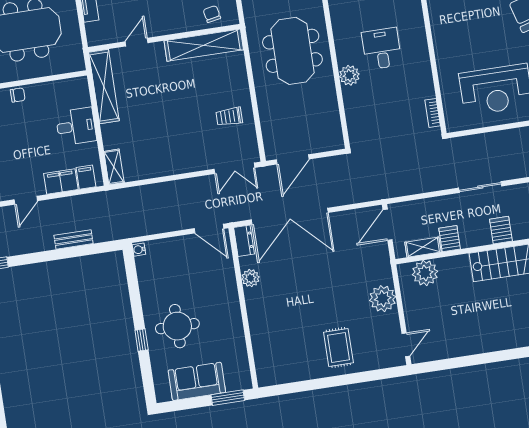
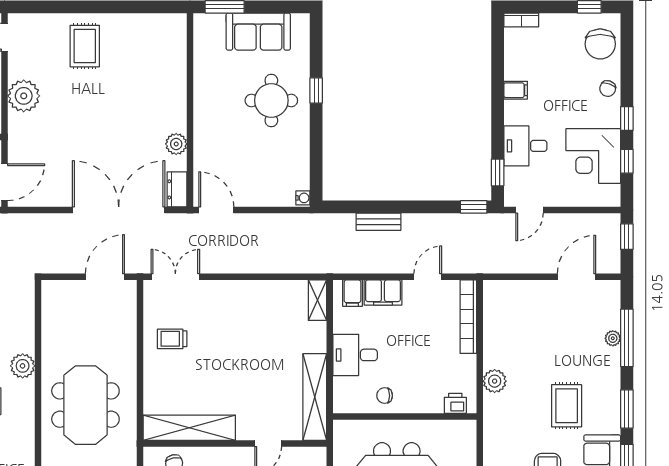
chair: (18, 95) -> (385, 396), moved
trolley: (229, 117) -> (172, 339), turned 180

